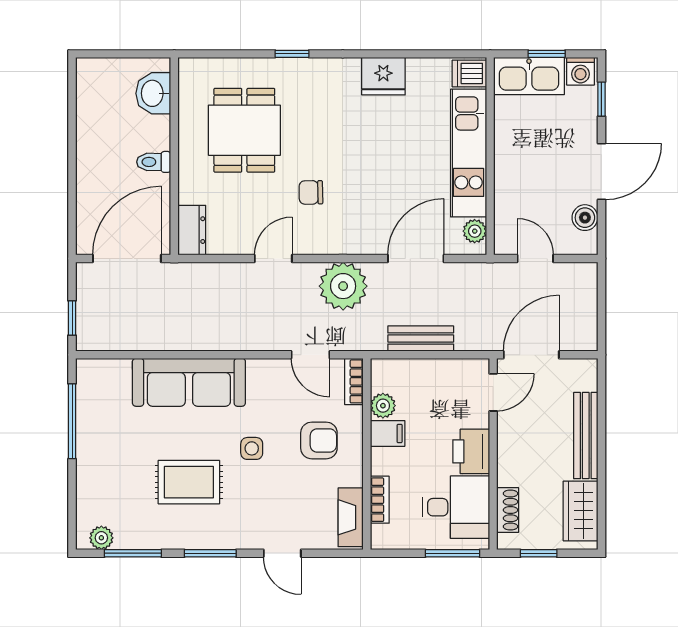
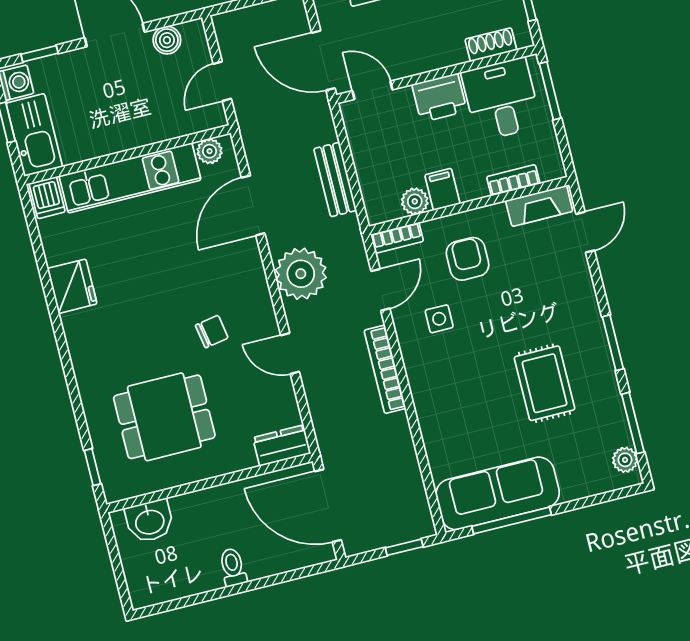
window: (292, 54) -> (93, 467), moved
toilet: (154, 162) -> (233, 567), moved, turned 180
chair: (311, 192) -> (212, 332), turned -99
door: (416, 258) -> (253, 205), hinge flipped
bookcase: (238, 341) -> (385, 369), added
sofa: (189, 382) -> (498, 493), moved, turned -90
side table: (252, 448) -> (439, 319), moved
door: (282, 553) -> (585, 232), moved

